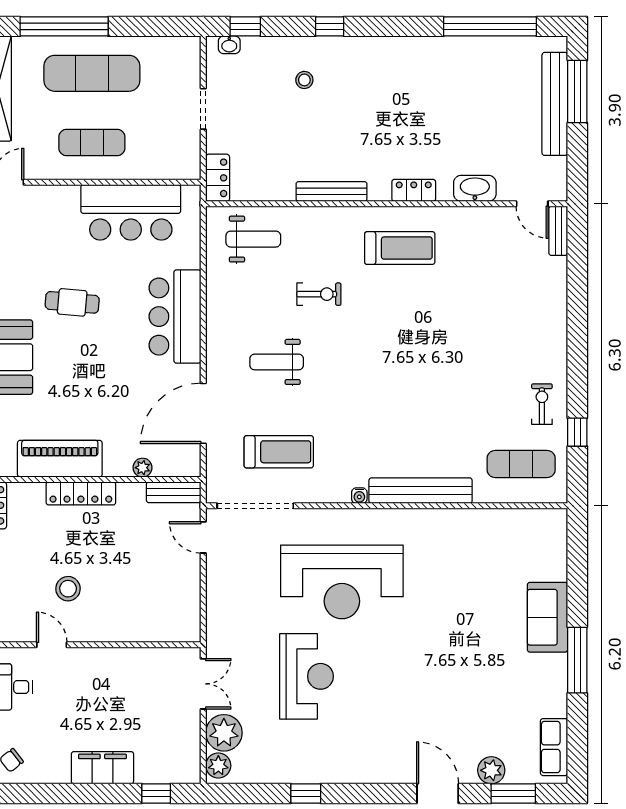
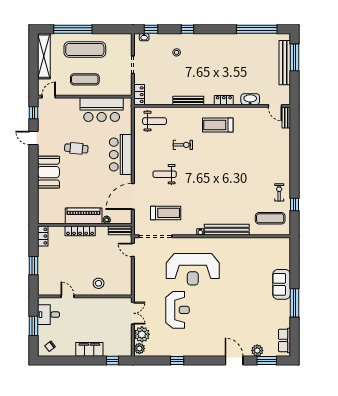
treadmill: (400, 248) -> (218, 125), turned 180
piano: (60, 459) -> (84, 216), moved
stool: (68, 589) -> (99, 283), moved

